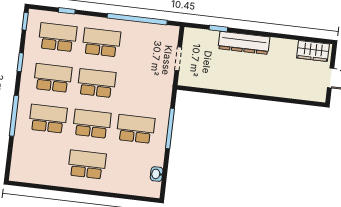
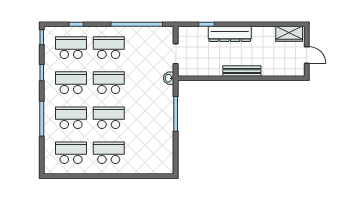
bench: (253, 88) -> (242, 71), added
school desk: (136, 129) -> (71, 153), moved
washbasin: (157, 174) -> (169, 78), moved

